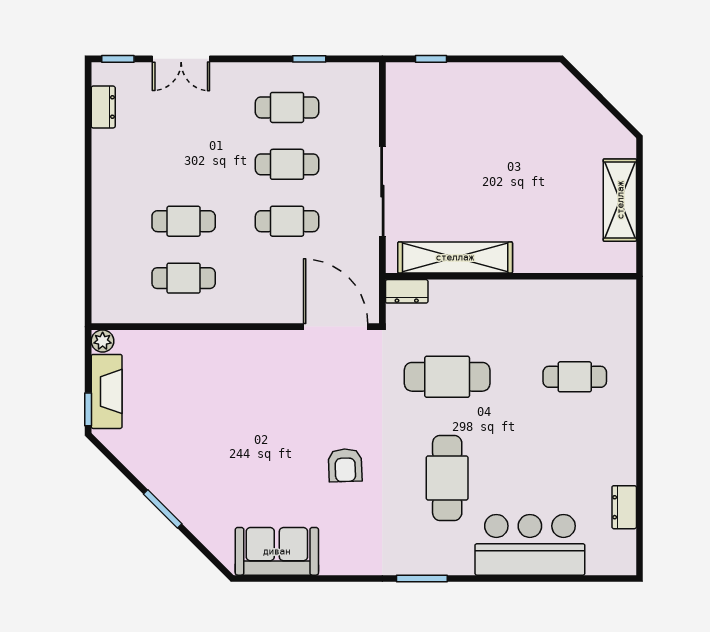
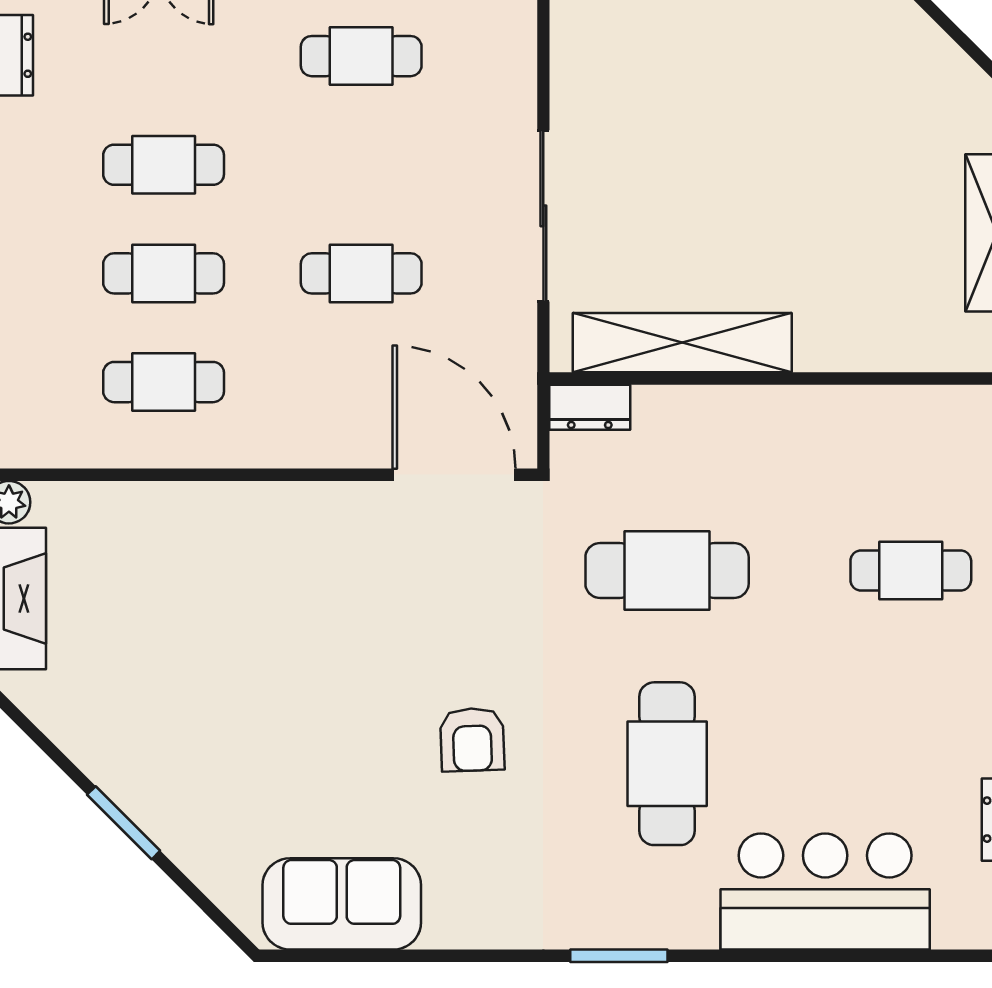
cafe table: (287, 164) -> (164, 165), moved

